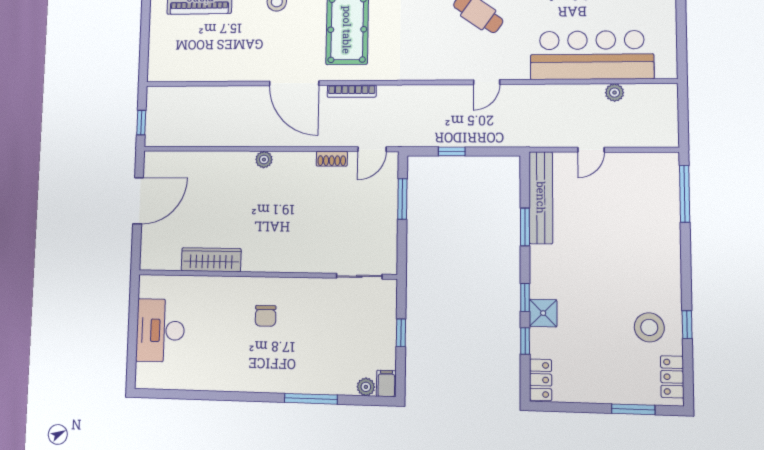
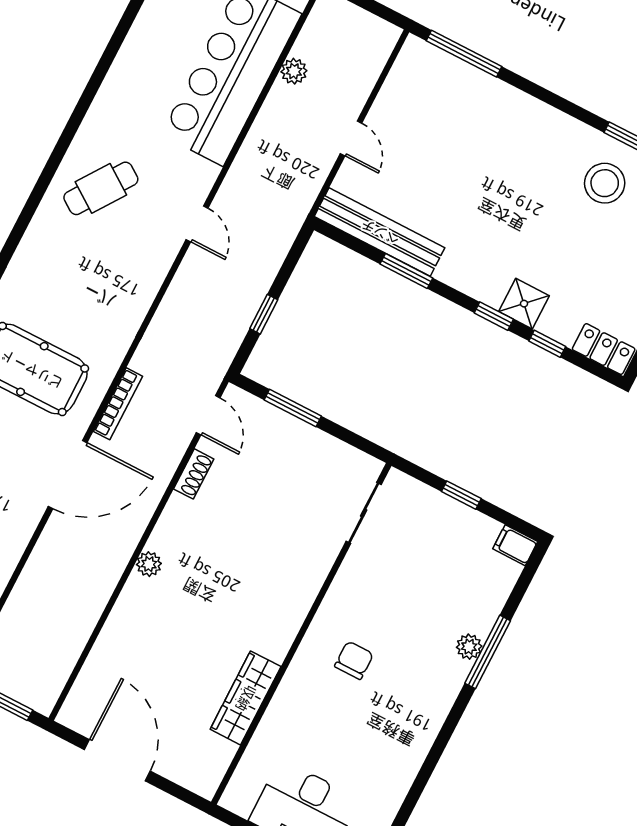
chair: (266, 316) -> (354, 660), turned -90
plant: (366, 387) -> (469, 647), moved

